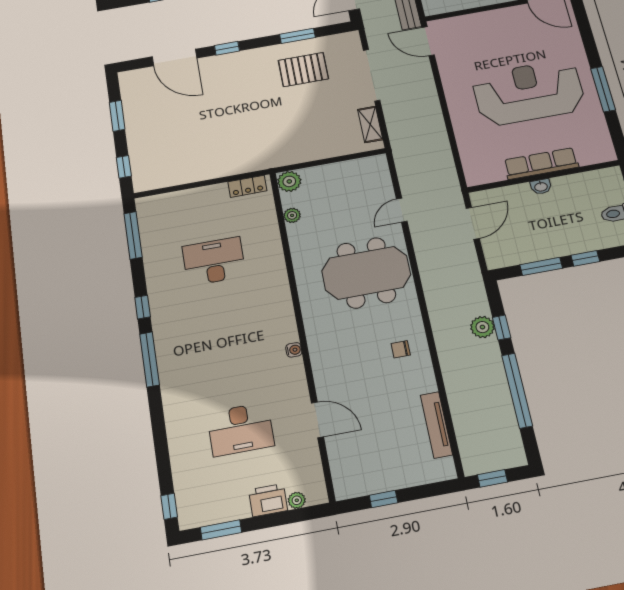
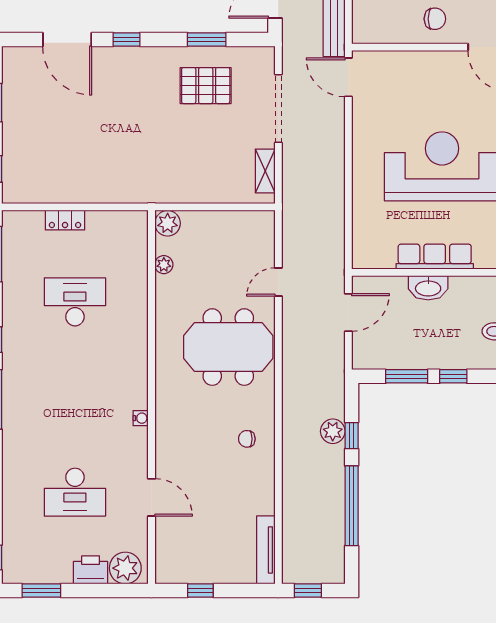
locker: (247, 186) -> (65, 220), moved
washbasin: (541, 187) -> (428, 288), width x1.91, depth x1.45
tv unit: (436, 425) -> (266, 550), moved
plant: (297, 500) -> (125, 568), width x1.88, depth x1.88

